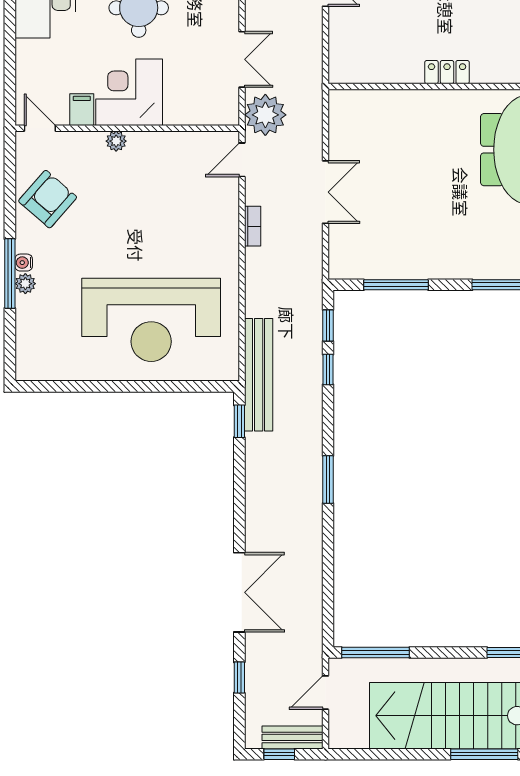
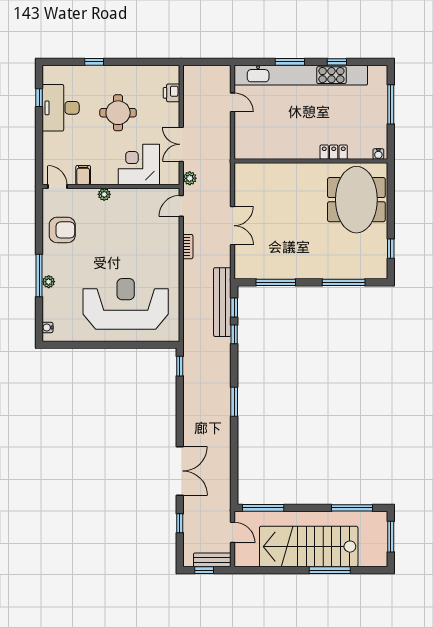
double door: (242, 59) -> (181, 144), swing flipped
locker: (447, 72) -> (334, 152), moved
corner desk: (129, 92) -> (139, 164), moved
plant: (265, 115) -> (190, 178), width x0.53, depth x0.53
armchair: (48, 199) -> (62, 230), turned 49
water cooler: (24, 263) -> (48, 327), moved
reception desk: (151, 320) -> (126, 304), turned 180
bench: (259, 375) -> (222, 302), moved
door: (325, 693) -> (232, 532), swing flipped

